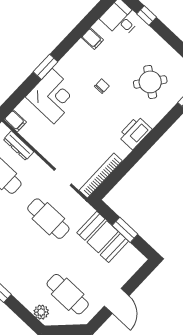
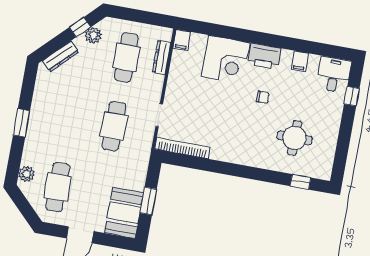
window: (46, 67) -> (247, 36), removed
round table: (150, 82) -> (295, 138), turned -37
printer: (135, 133) -> (264, 56), moved, turned 180
booth: (103, 237) -> (124, 213), moved

